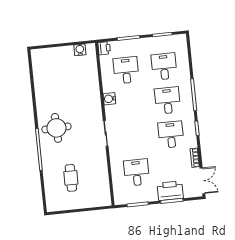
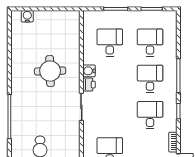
printer: (104, 48) -> (89, 85), moved
water cooler: (80, 50) -> (27, 16), moved
round table: (56, 128) -> (50, 71), moved

